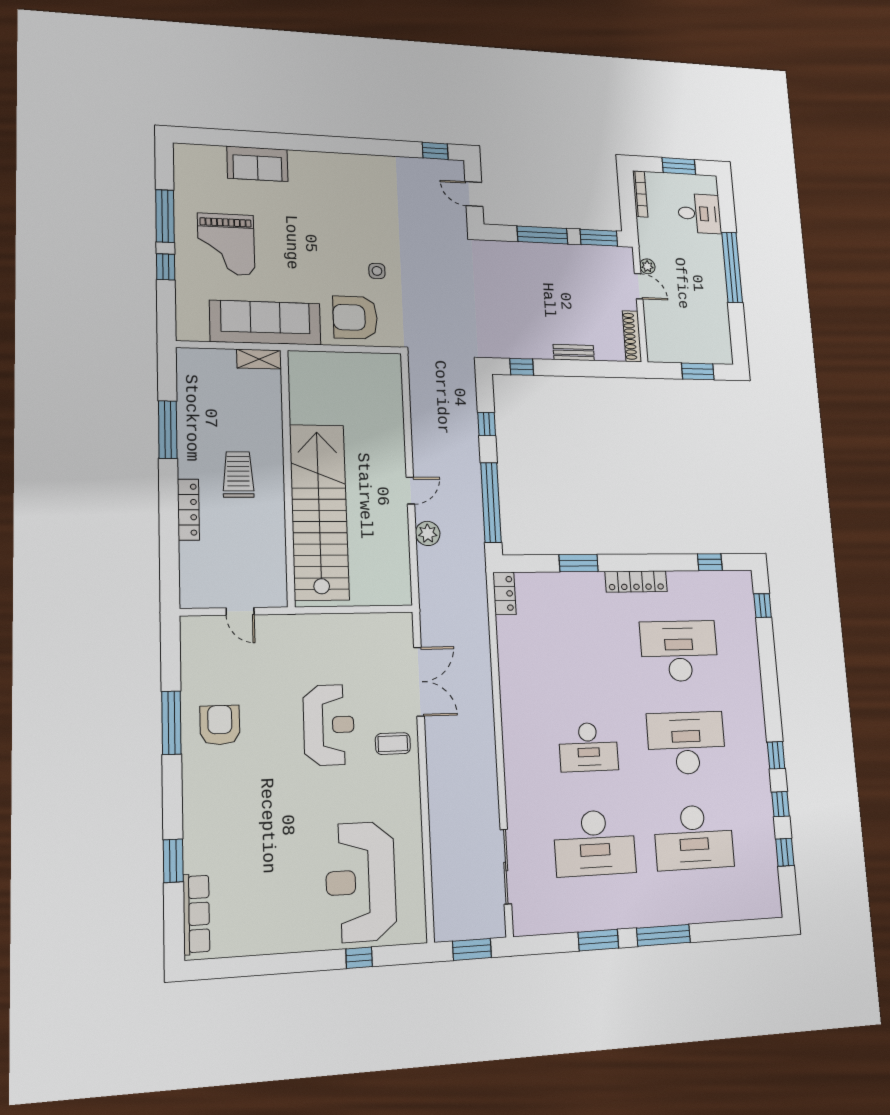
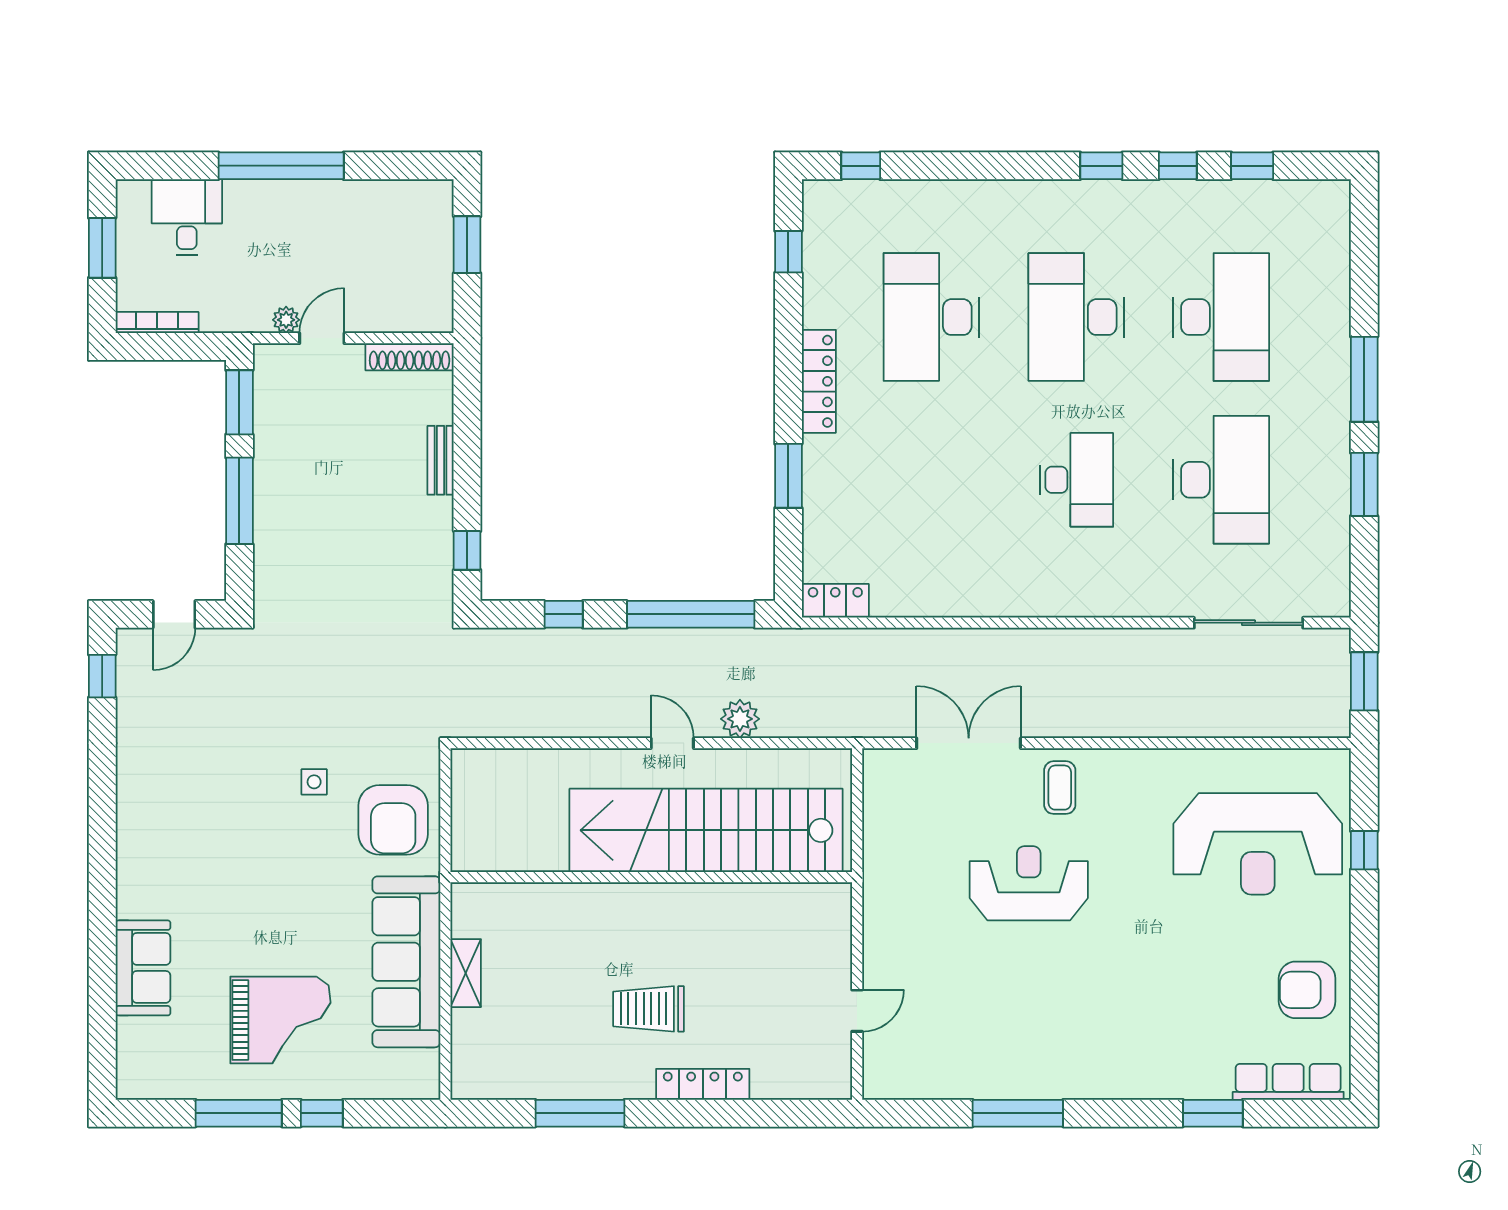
wall: (288, 477) -> (651, 877), moved
stairs: (319, 512) -> (706, 830), moved
armchair: (220, 725) -> (1307, 990), moved

